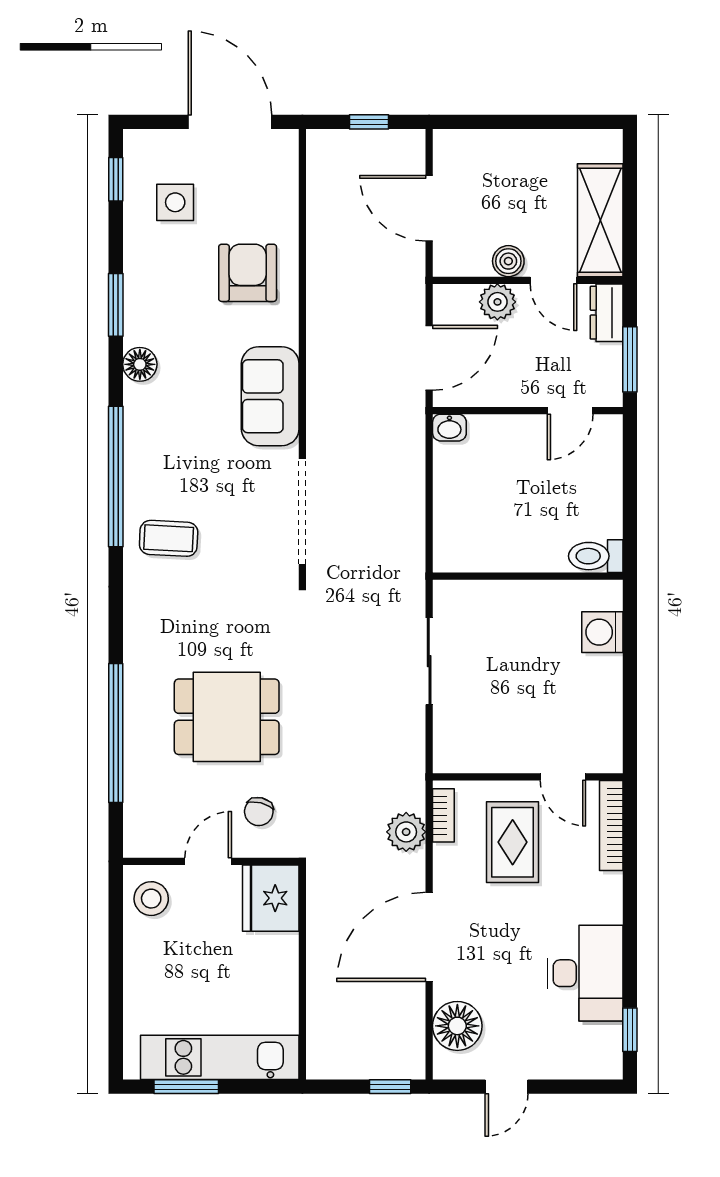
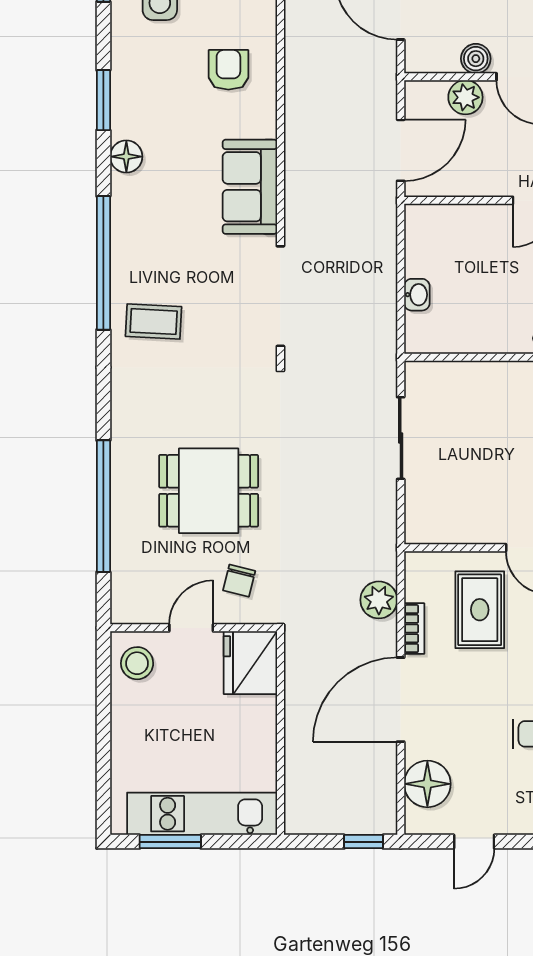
armchair: (248, 273) -> (228, 70), width x0.72, depth x0.72
washbasin: (449, 428) -> (417, 295), moved, turned -90
bookcase: (443, 815) -> (414, 629), moved

